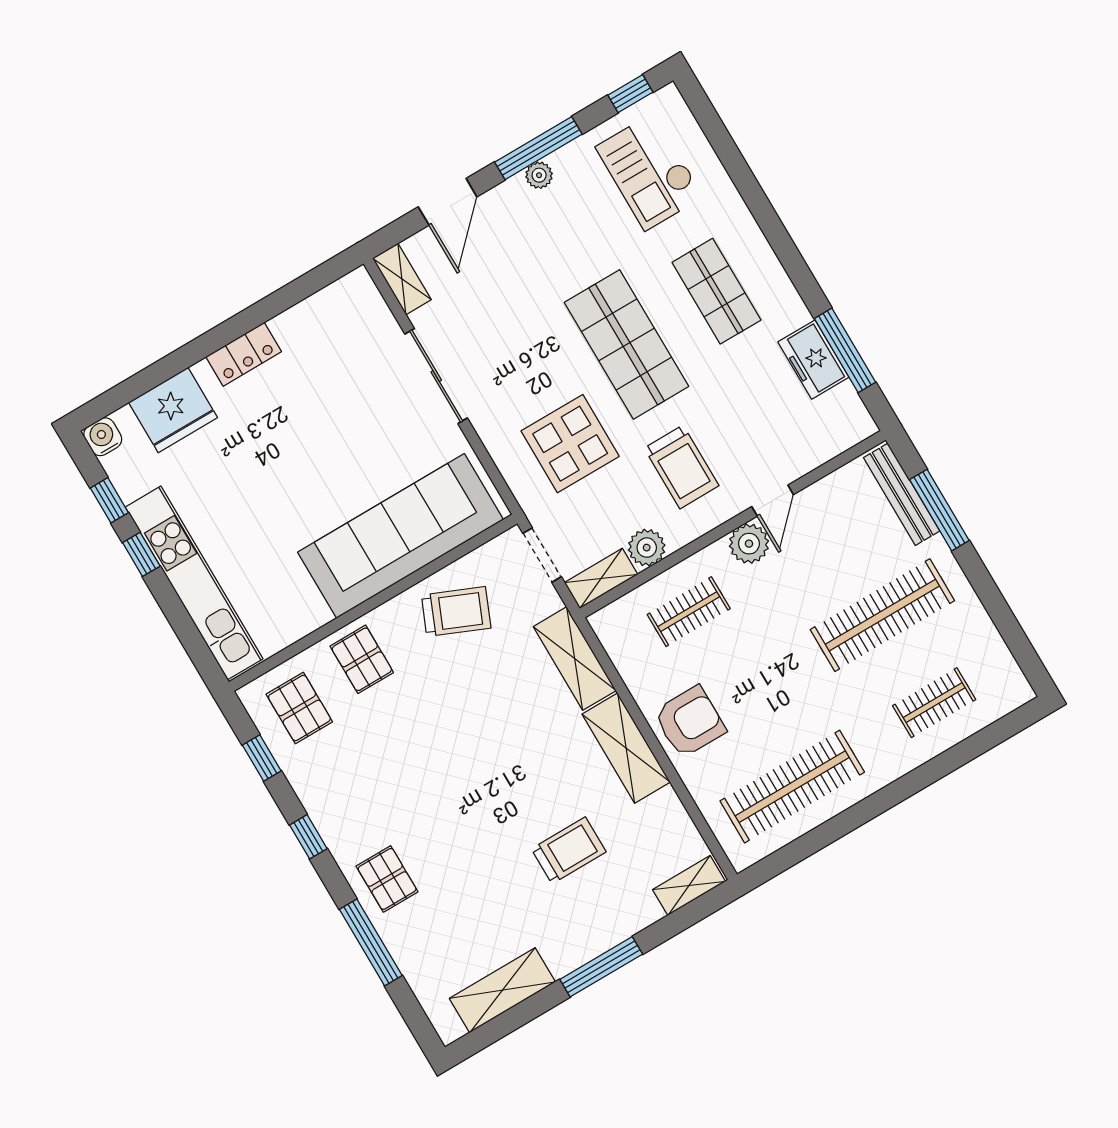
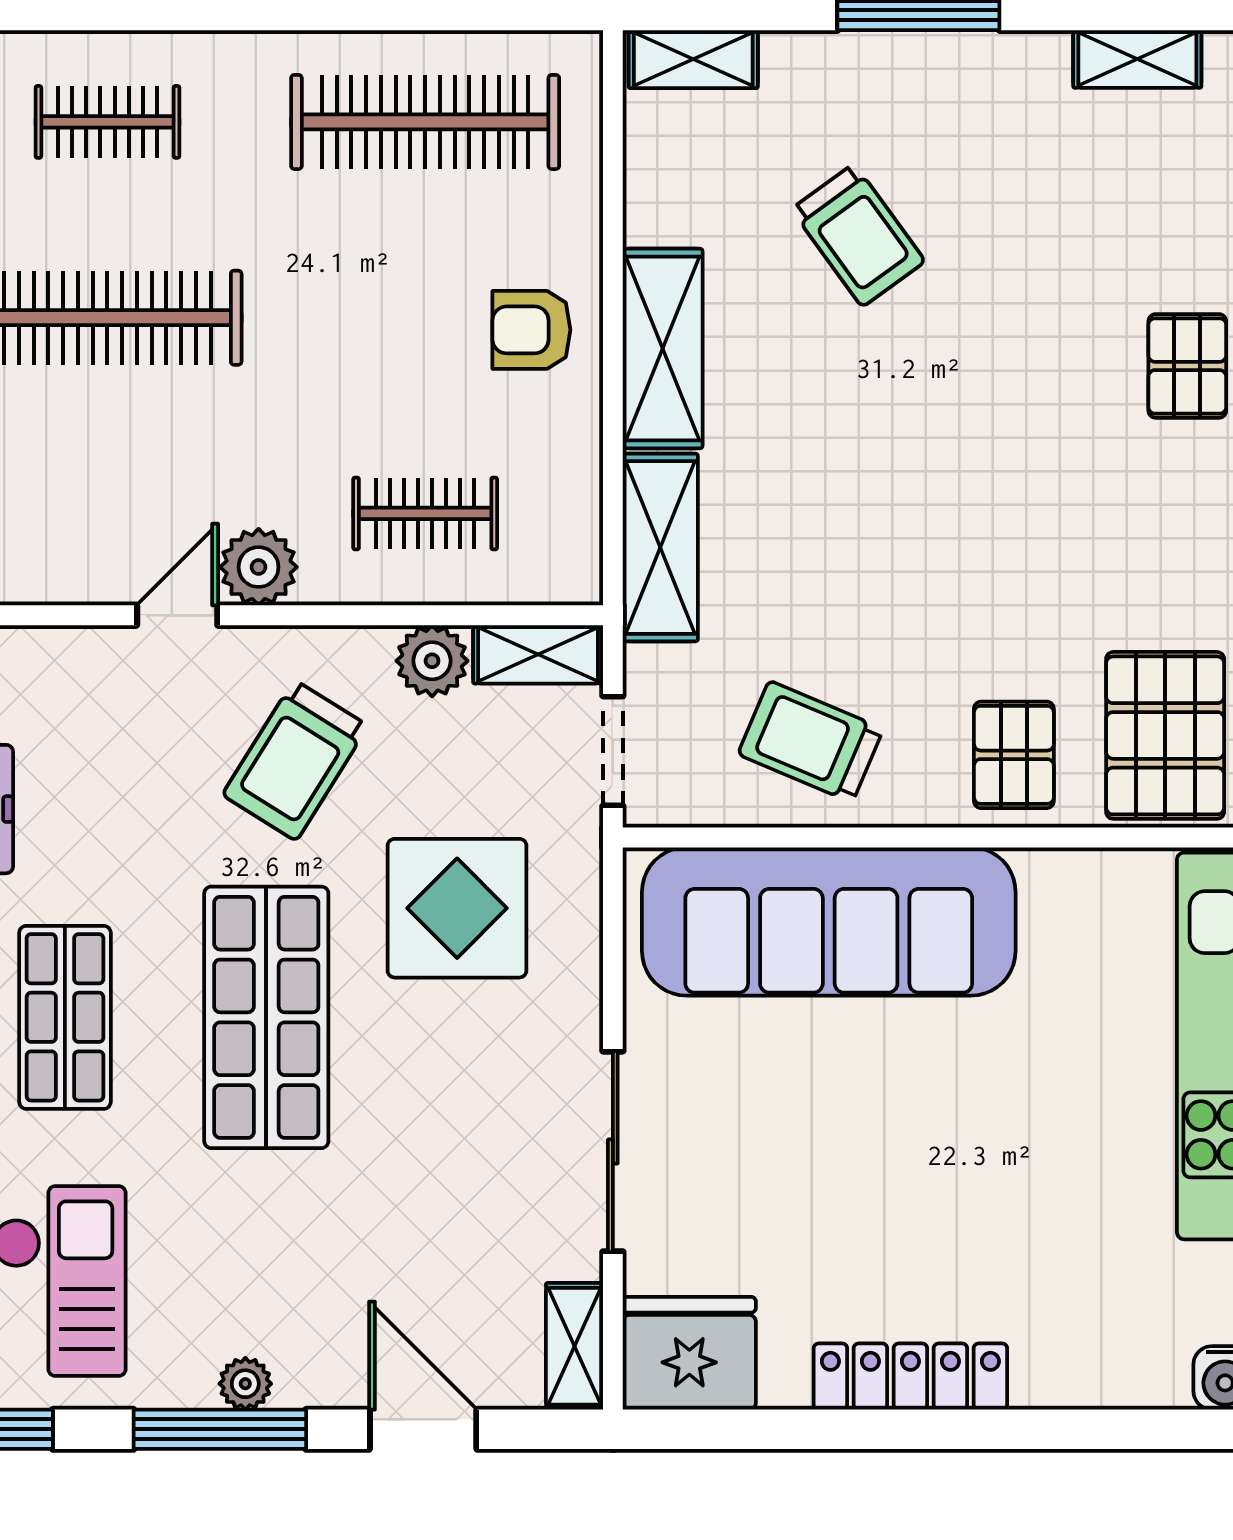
door: (448, 202) -> (423, 1429), hinge flipped
locker: (244, 354) -> (910, 1377), width x1.53
fridge: (173, 410) -> (689, 1353), moved
trolley: (681, 467) -> (295, 760), turned -148
pallet: (299, 708) -> (1165, 735), width x1.50, depth x1.42
armchair: (690, 722) -> (531, 330), width x0.72, depth x0.72
trolley: (569, 850) -> (858, 235), turned -126
shelving: (502, 990) -> (1137, 59), width x0.67, depth x0.75

